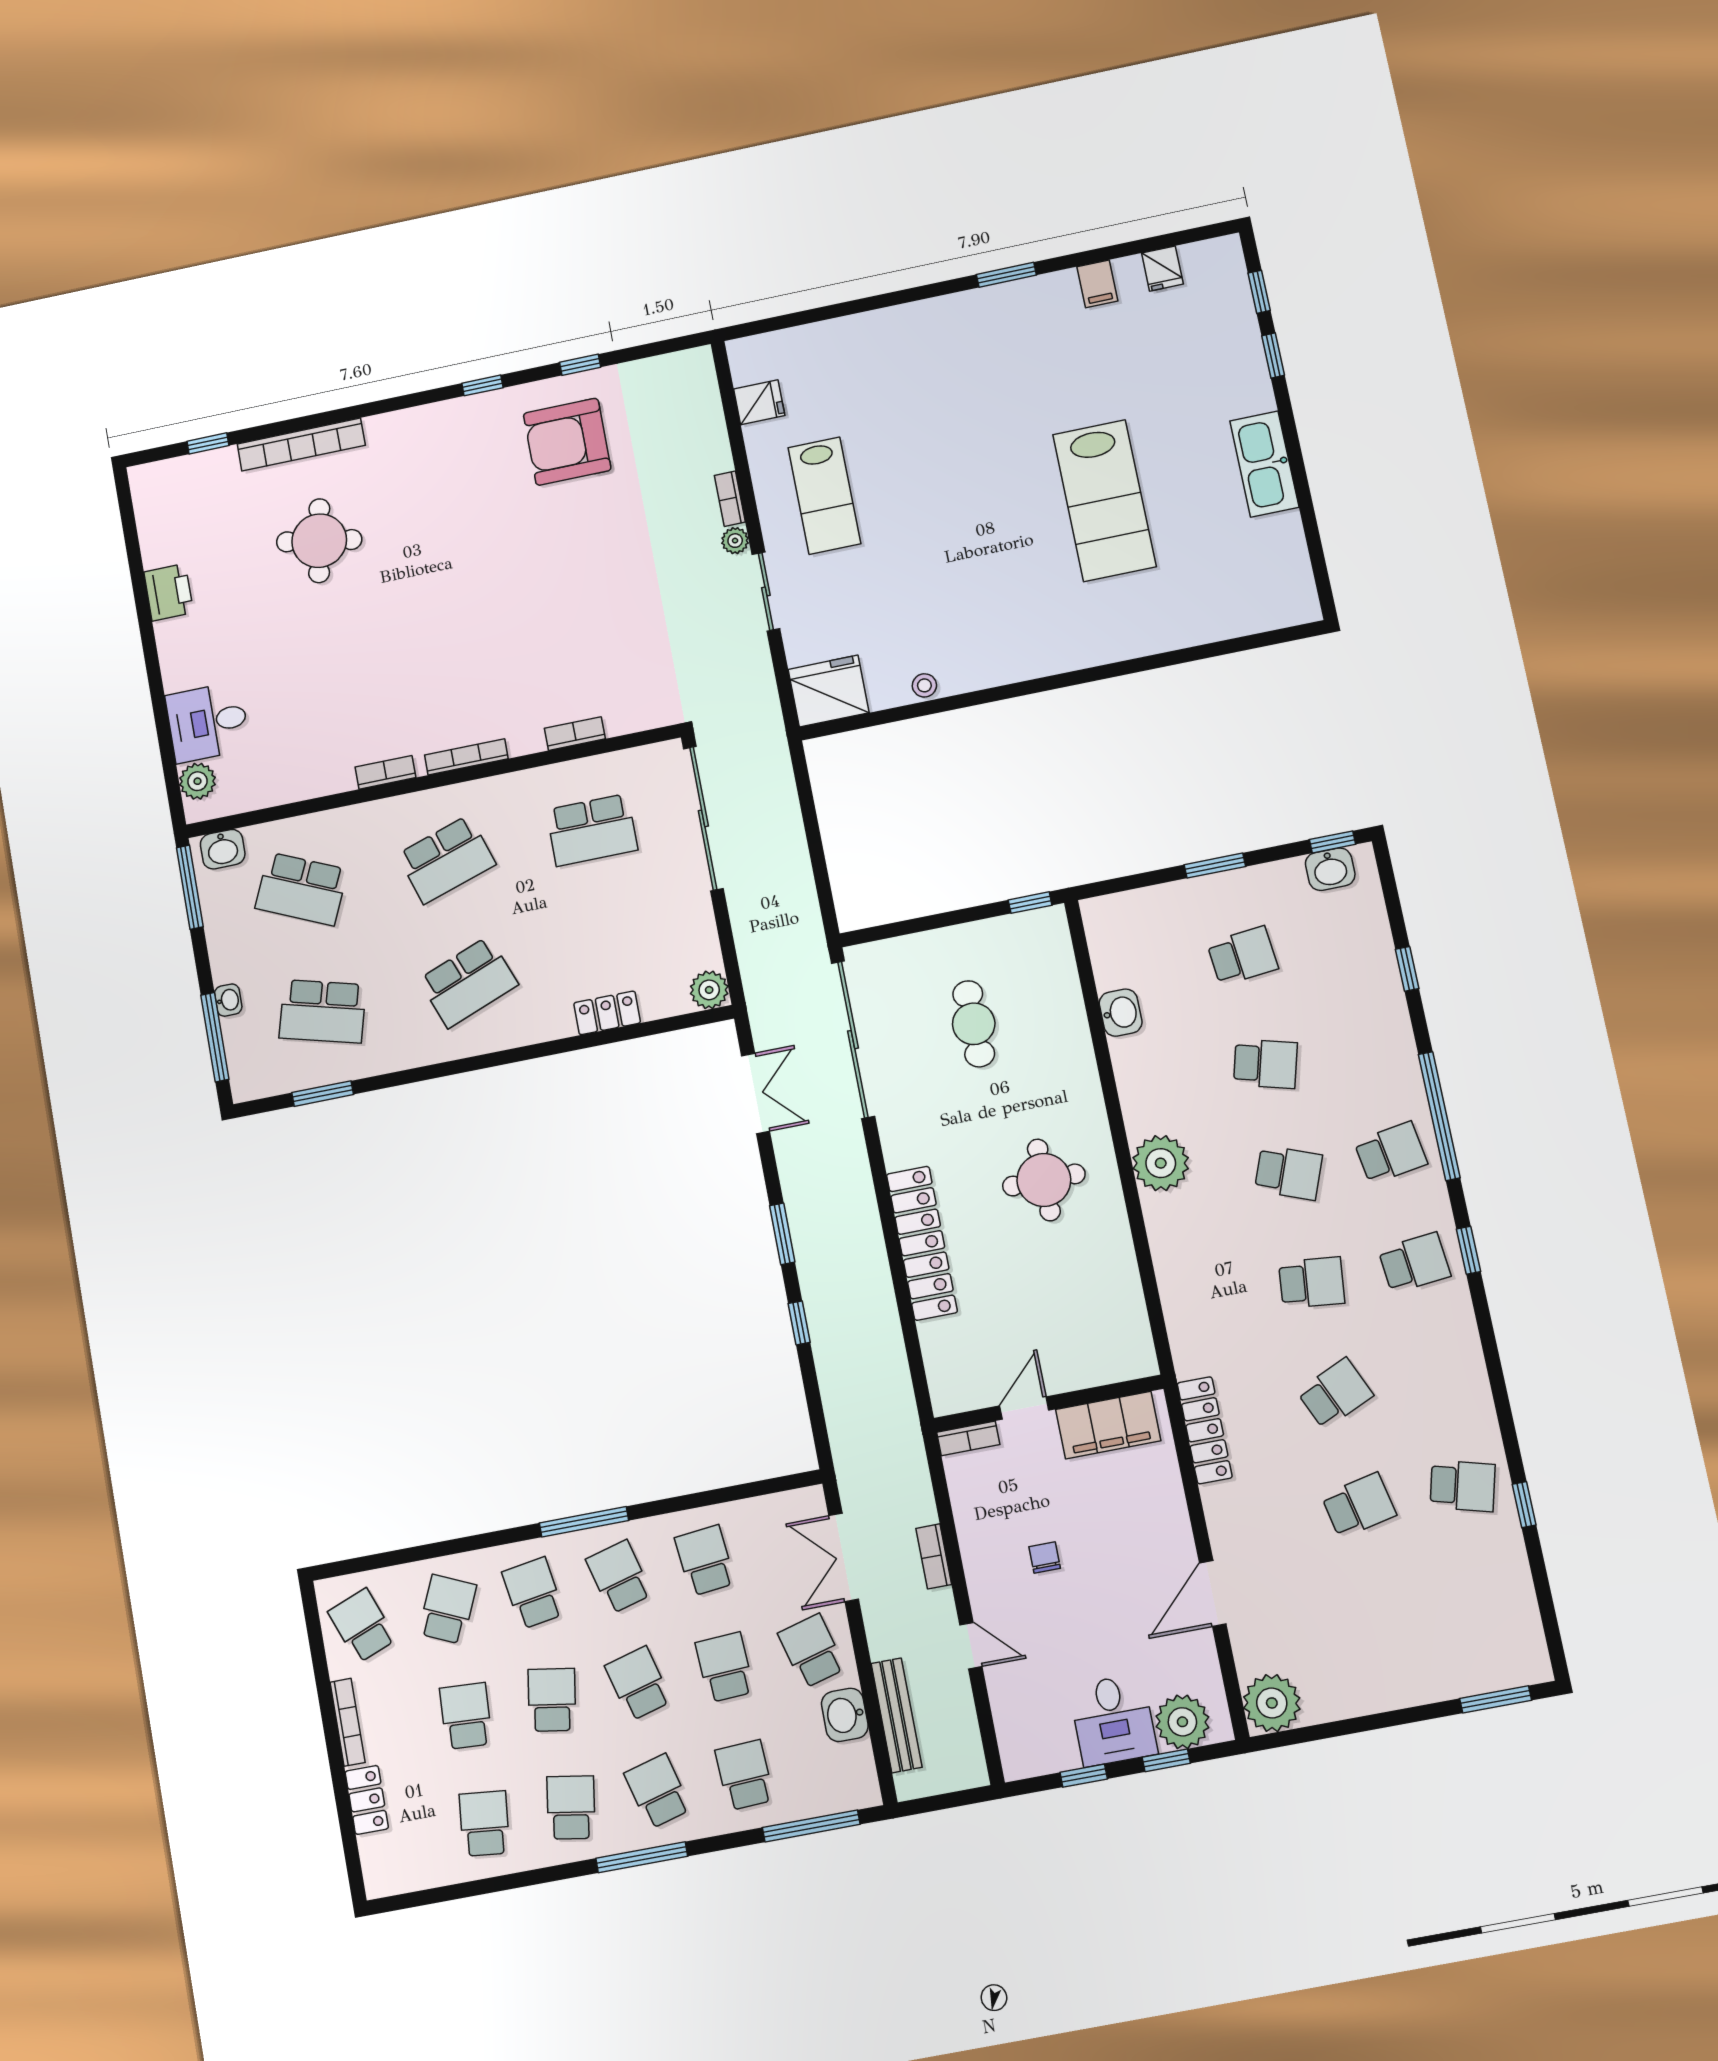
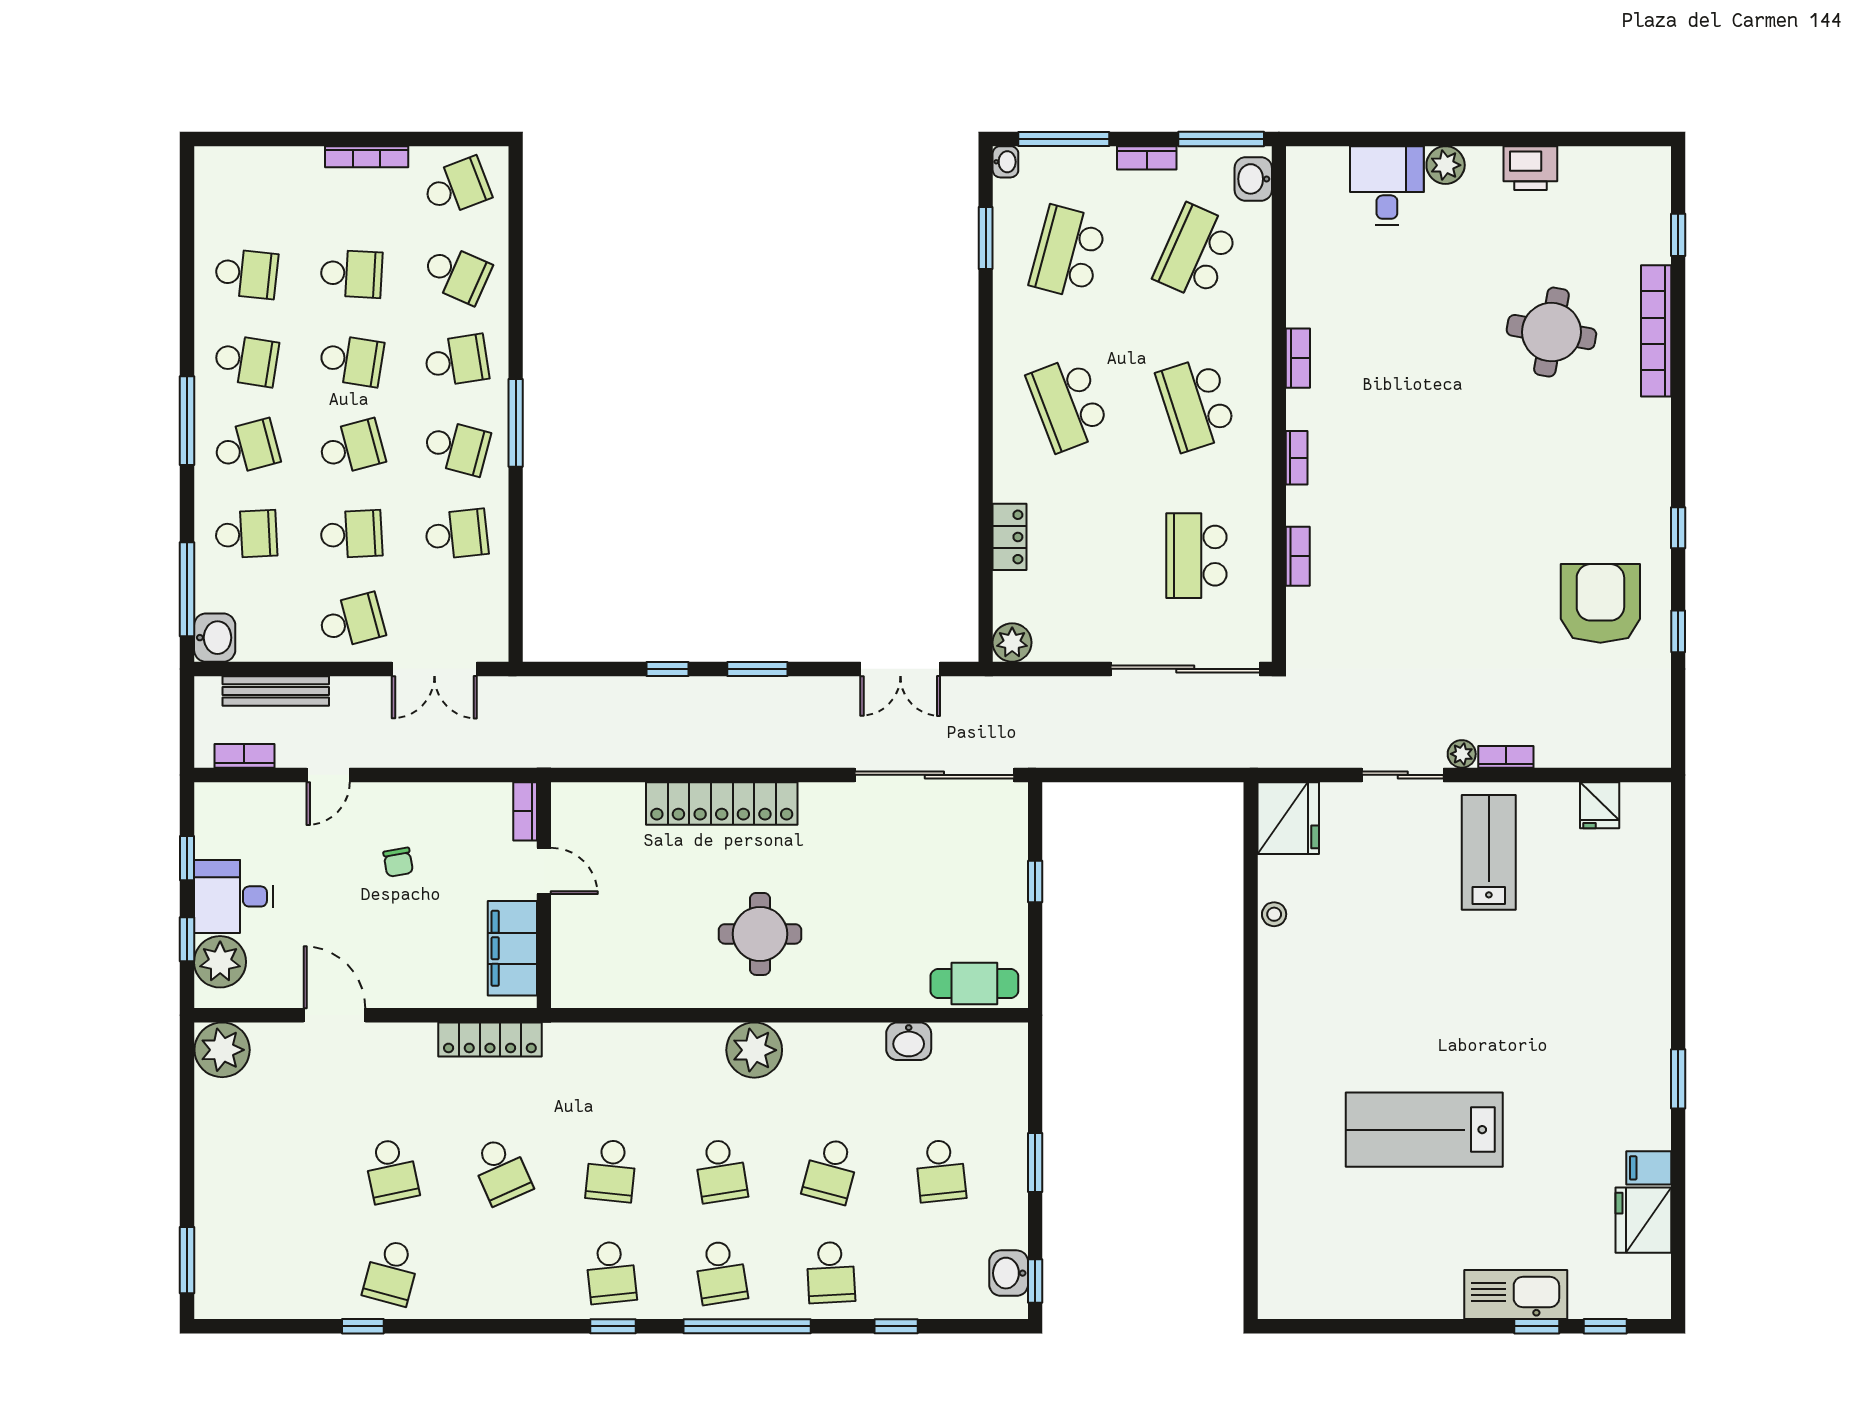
fridge: (1162, 269) -> (1643, 1220), width x1.88, depth x1.34
kitchen sink: (1264, 464) -> (1516, 1294), moved
lab bench: (824, 496) -> (1489, 852), turned 90
bookcase: (466, 757) -> (1297, 458), width x0.64
plant: (198, 781) -> (1446, 165), moved
window: (1030, 903) -> (1035, 881), moved
bookcase: (220, 954) -> (1147, 158), added
washbasin: (228, 1000) -> (1005, 162), moved, turned -90
cafe table: (974, 1024) -> (974, 984), moved
school desk: (1367, 1044) -> (831, 1272), added
school desk: (1288, 1173) -> (721, 1171), turned -30
bookcase: (934, 1556) -> (244, 756), moved
double door: (844, 1557) -> (434, 669), swing flipped
chair: (1045, 1557) -> (398, 862), turned 80
school desk: (619, 1577) -> (456, 447), turned 30
washbasin: (845, 1715) -> (215, 638), moved, turned 90
locker: (367, 1800) -> (289, 163), removed

